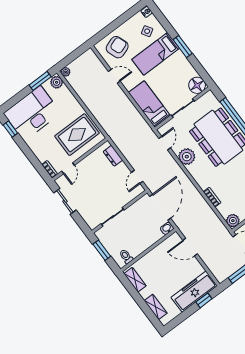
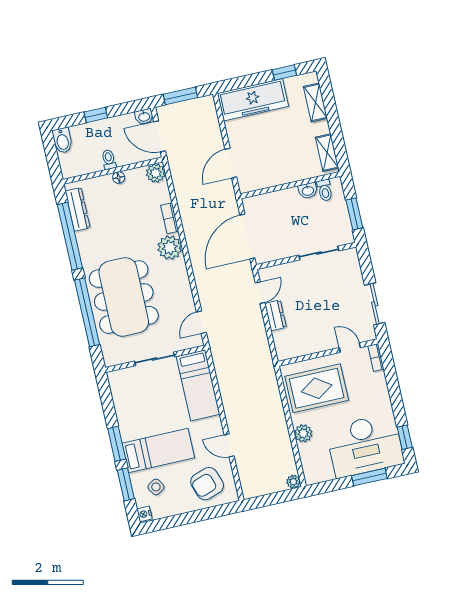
window: (166, 25) -> (126, 484), added
window: (40, 81) -> (369, 477), moved
plant: (57, 82) -> (303, 433), moved
floor lamp: (197, 85) -> (121, 381), removed
dresser: (113, 156) -> (276, 315), moved
plant: (187, 157) -> (170, 247), moved
door: (68, 168) -> (350, 348), hinge flipped
washbasin: (167, 228) -> (308, 191), moved
door: (190, 247) -> (231, 163), swing flipped
window: (204, 300) -> (284, 72), moved

